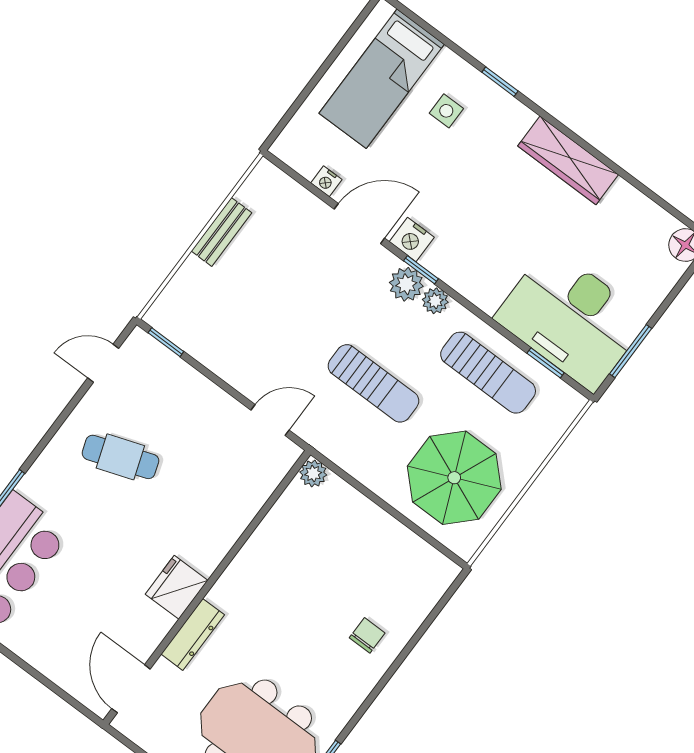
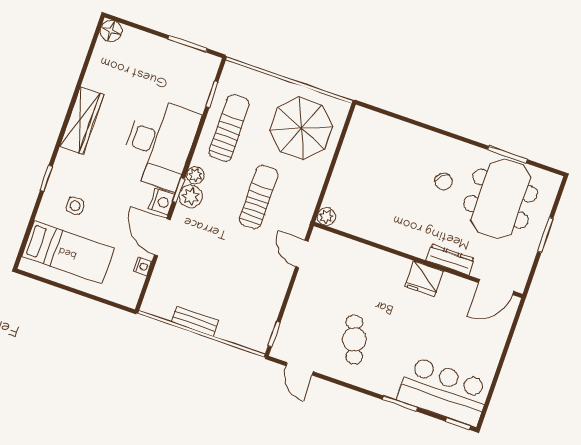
desk: (571, 319) -> (160, 144), moved
chair: (367, 635) -> (444, 181), moved, turned -134

